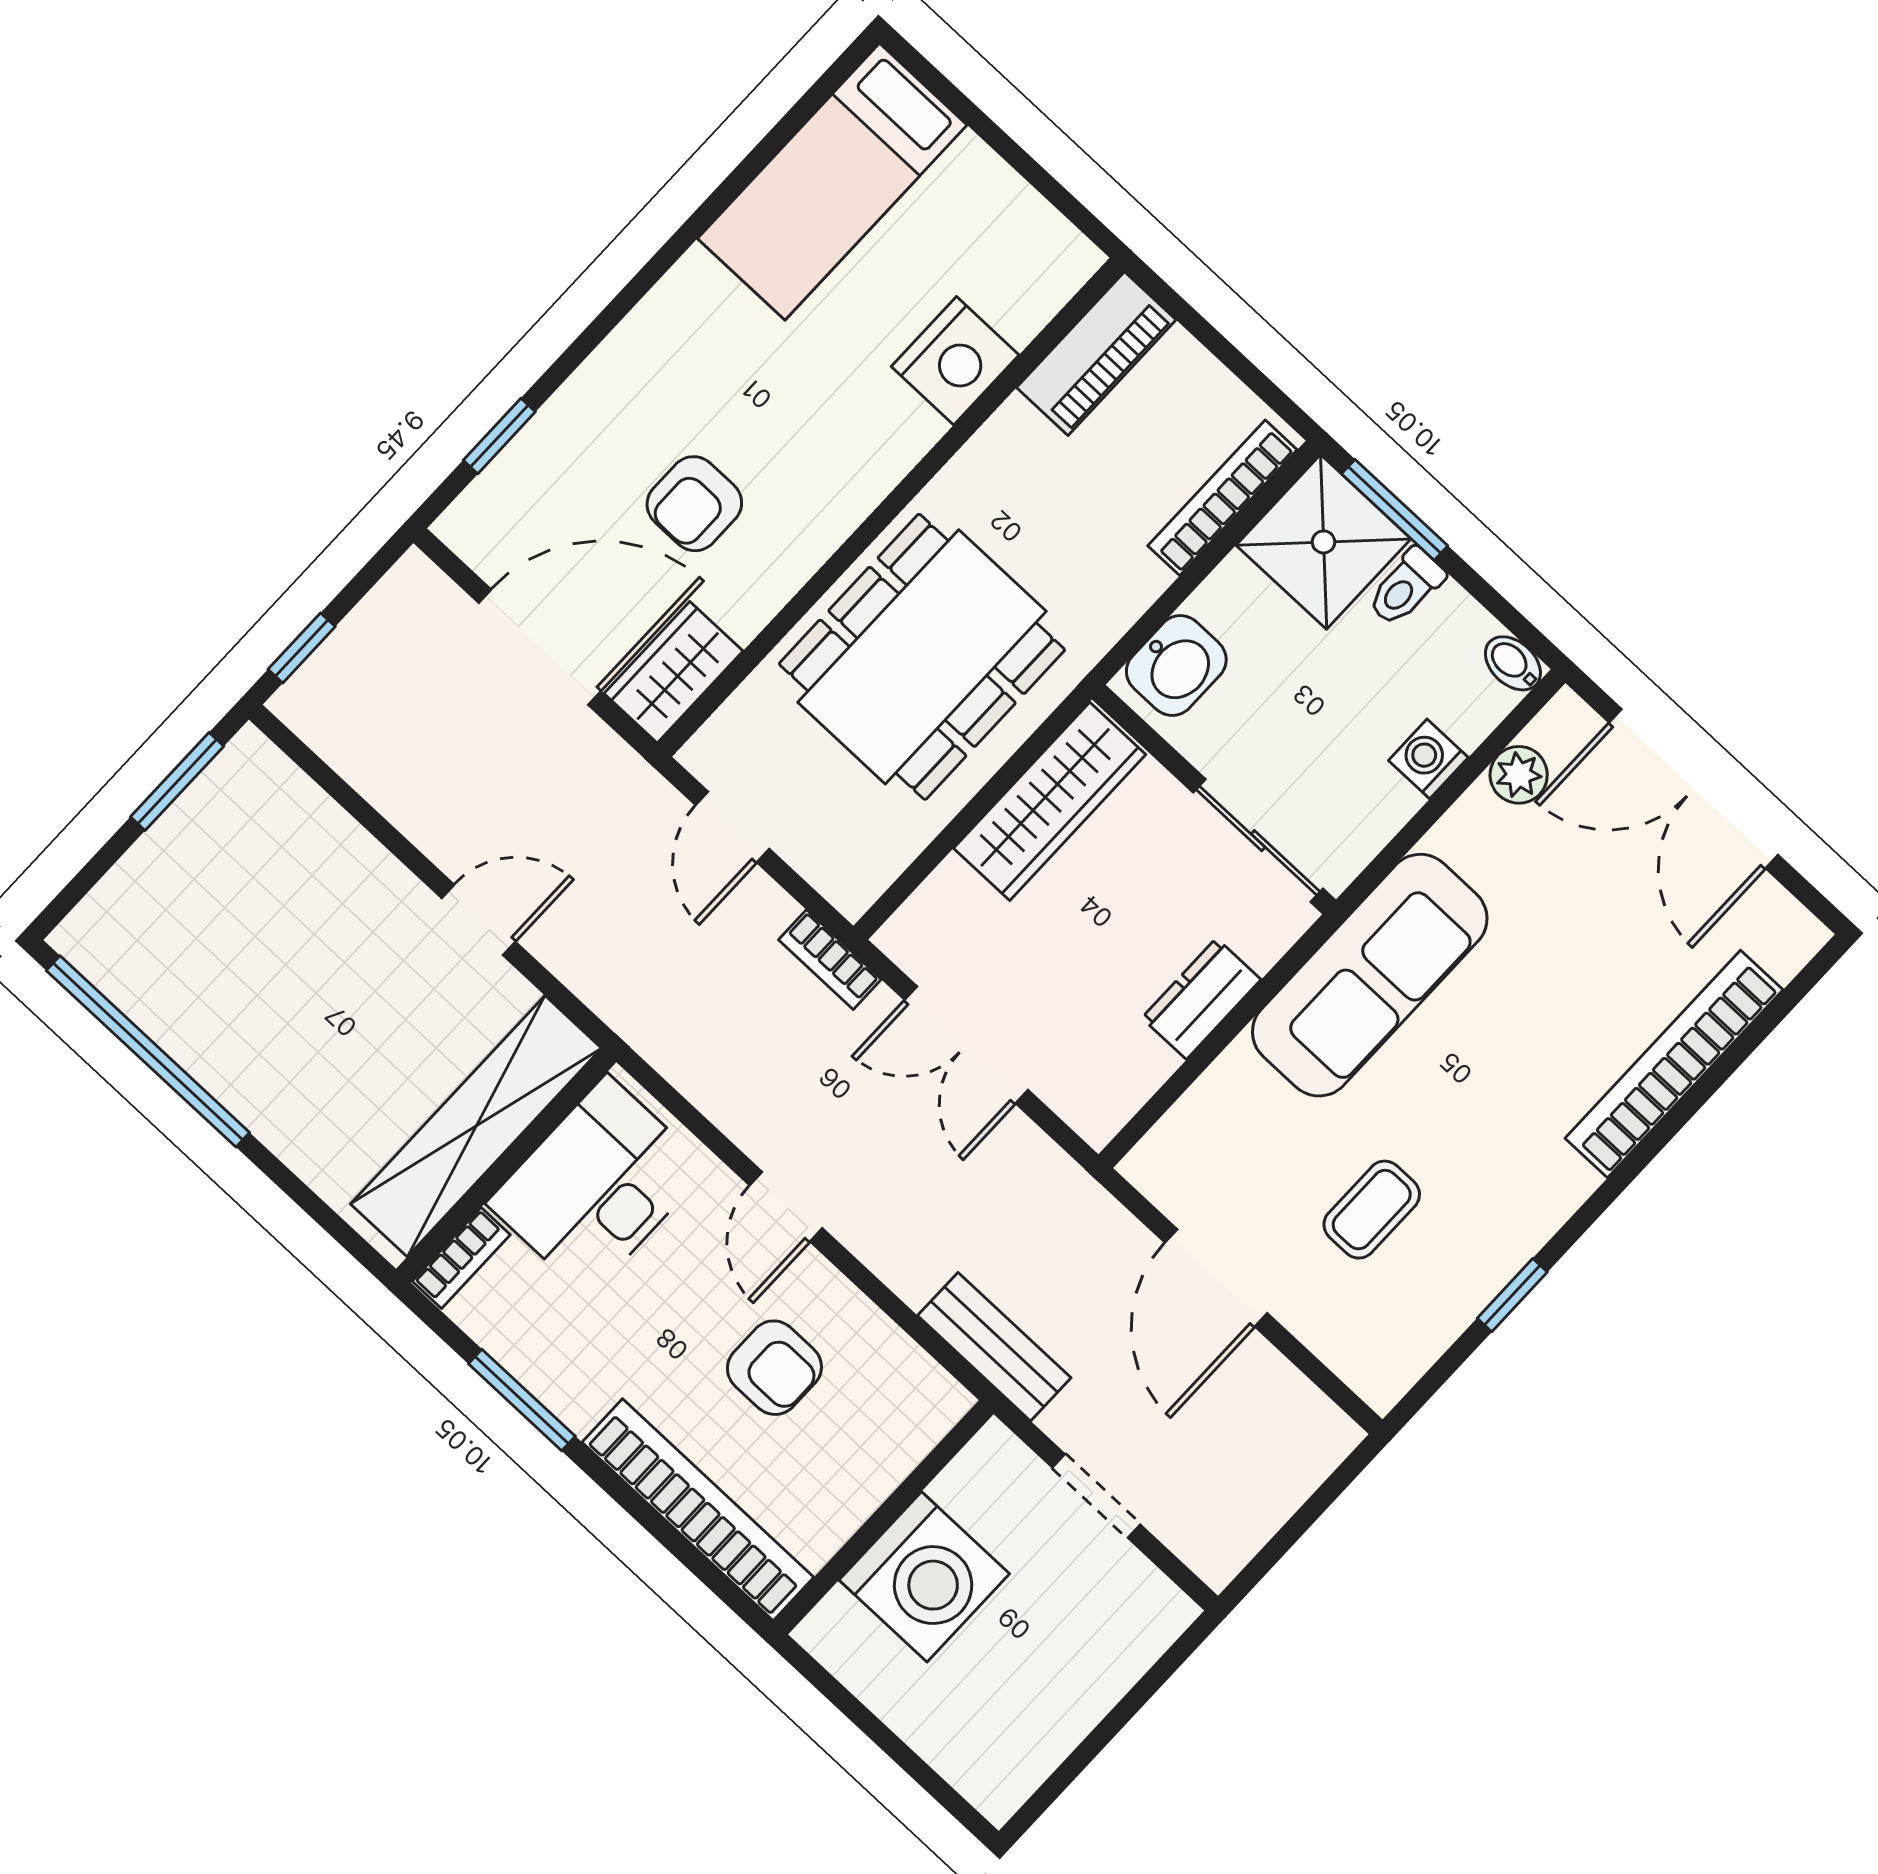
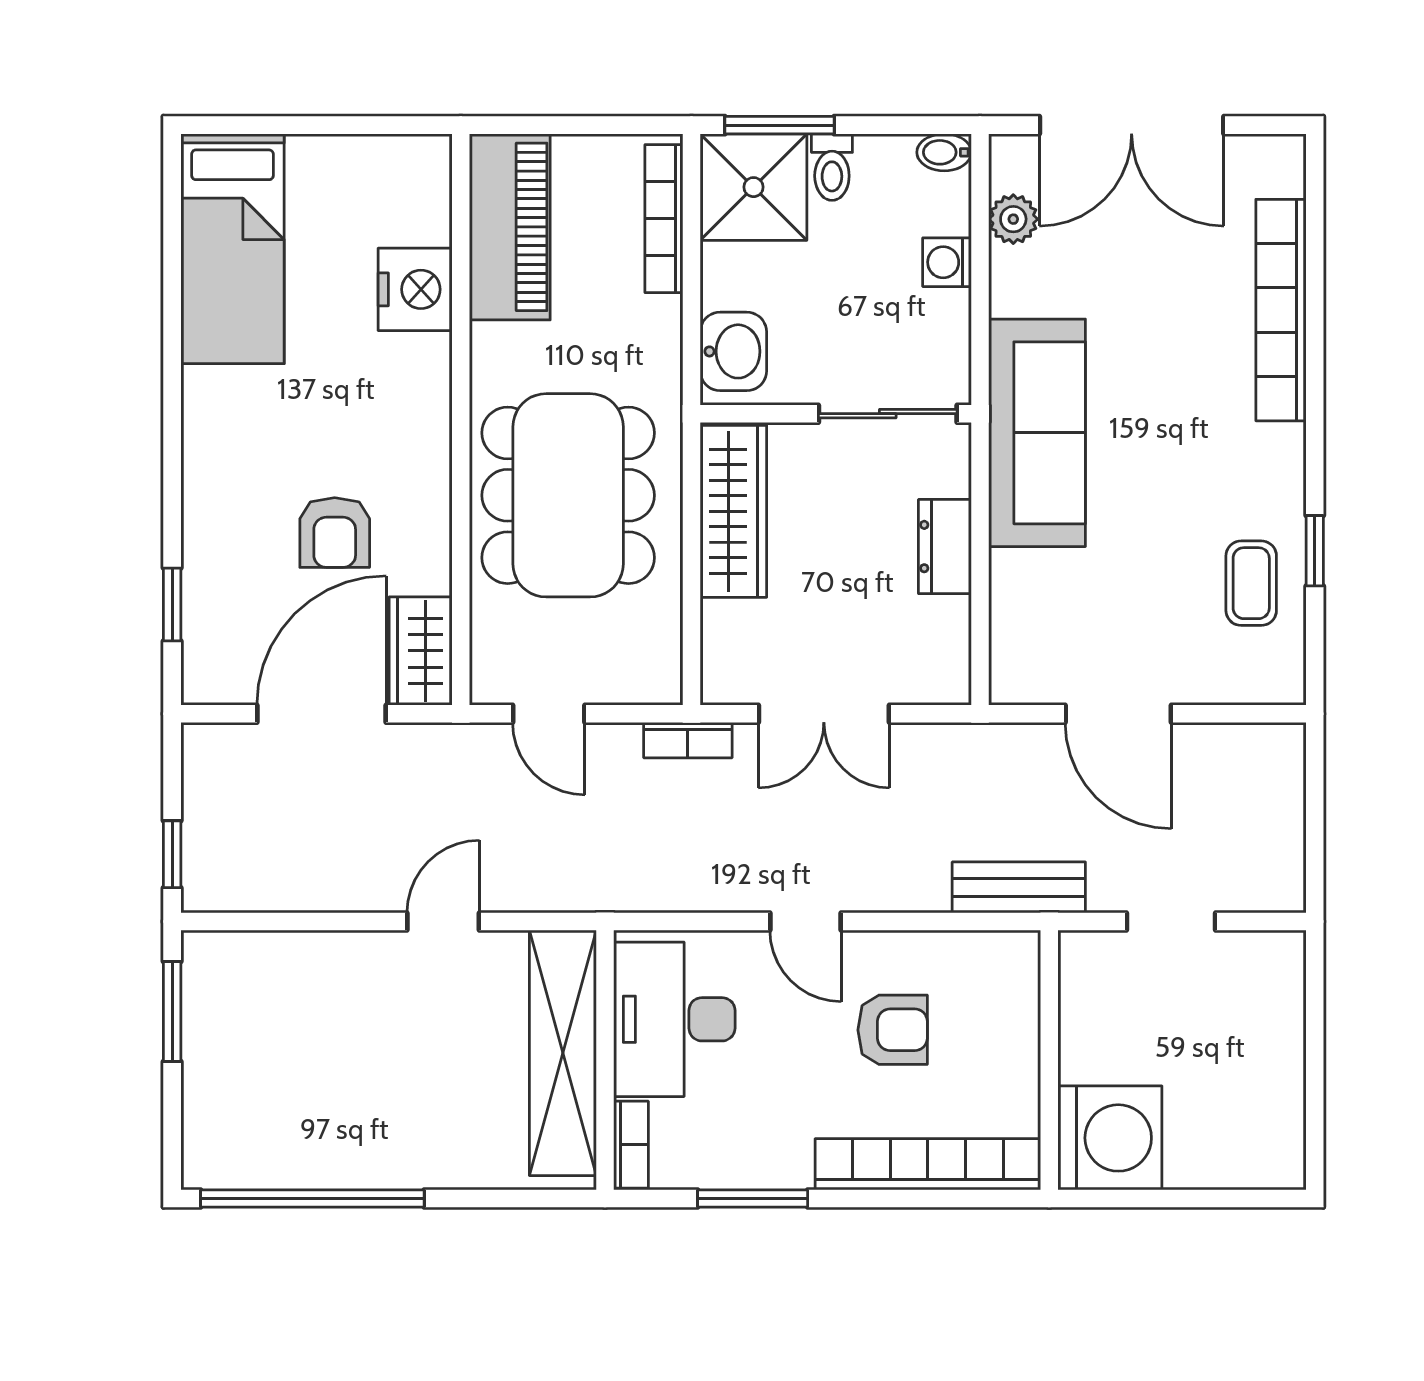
piano: (1096, 354) -> (510, 227), width x1.37, depth x1.33
coffee table: (1372, 1210) -> (1251, 583), moved
washing machine: (924, 1577) -> (1110, 1138), moved

